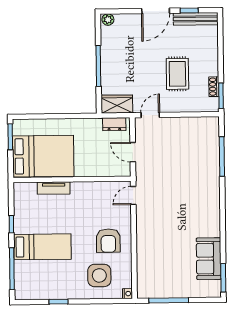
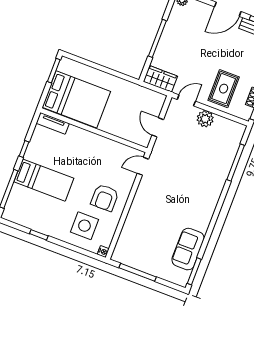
rug: (177, 74) -> (224, 89), moved
dresser: (114, 124) -> (151, 96), removed
plant: (176, 126) -> (205, 119), added
tv unit: (54, 188) -> (53, 123), moved

